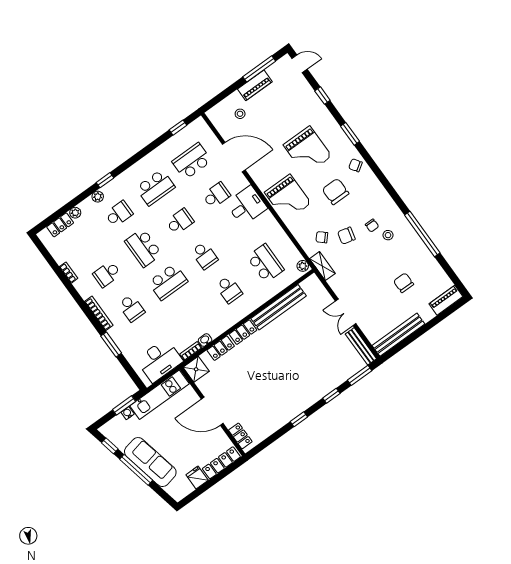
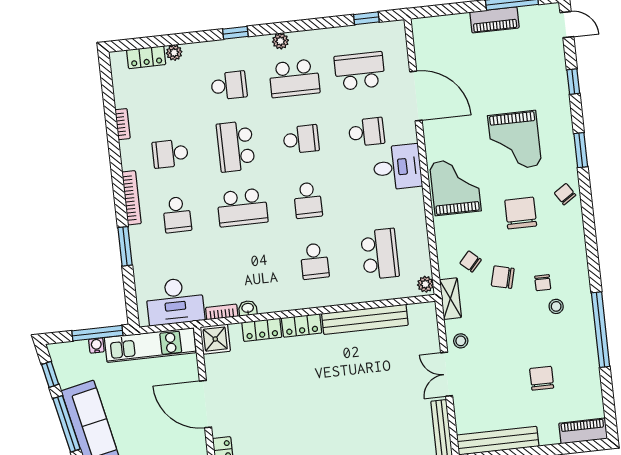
stool: (240, 114) -> (461, 341), moved
plant: (98, 197) -> (280, 41), moved
grand piano: (288, 198) -> (455, 187), turned 180
window: (124, 405) -> (97, 333), width x1.44

